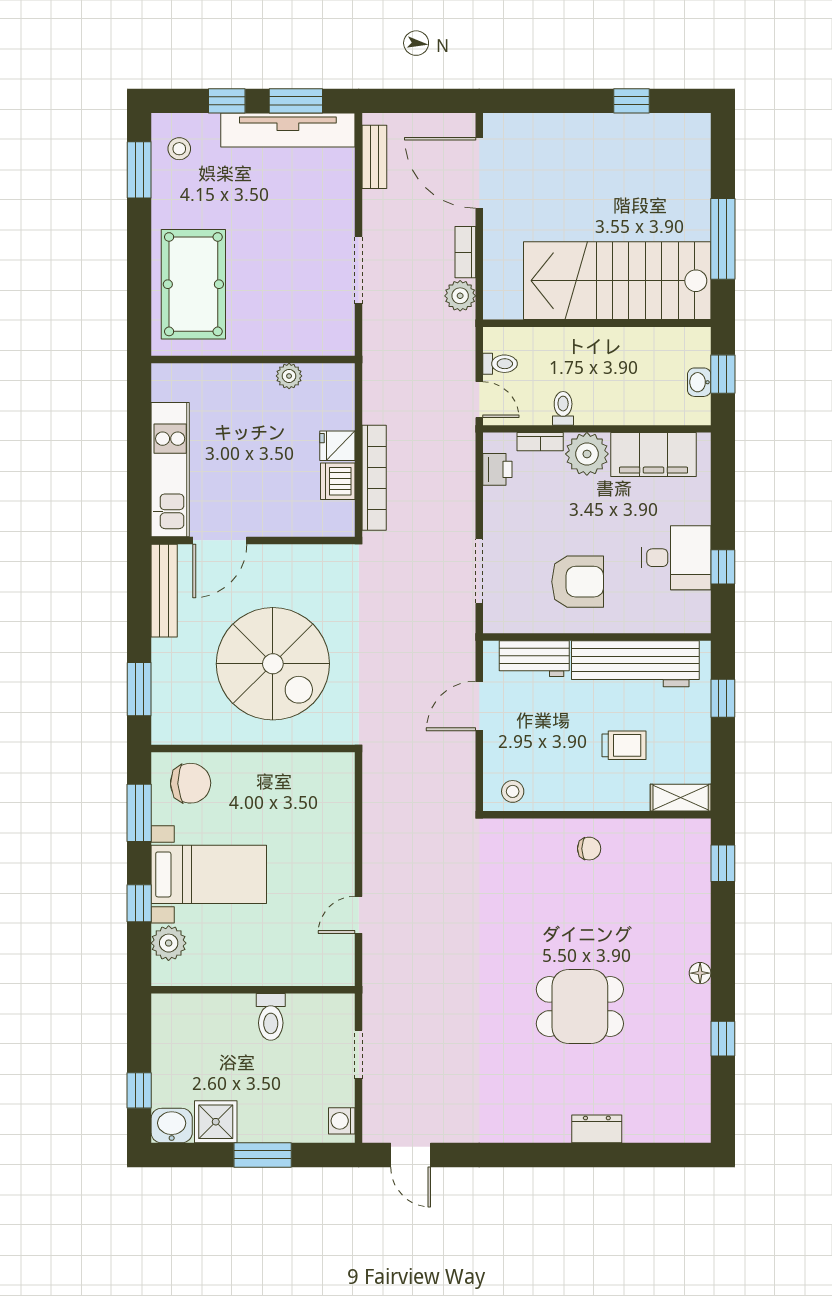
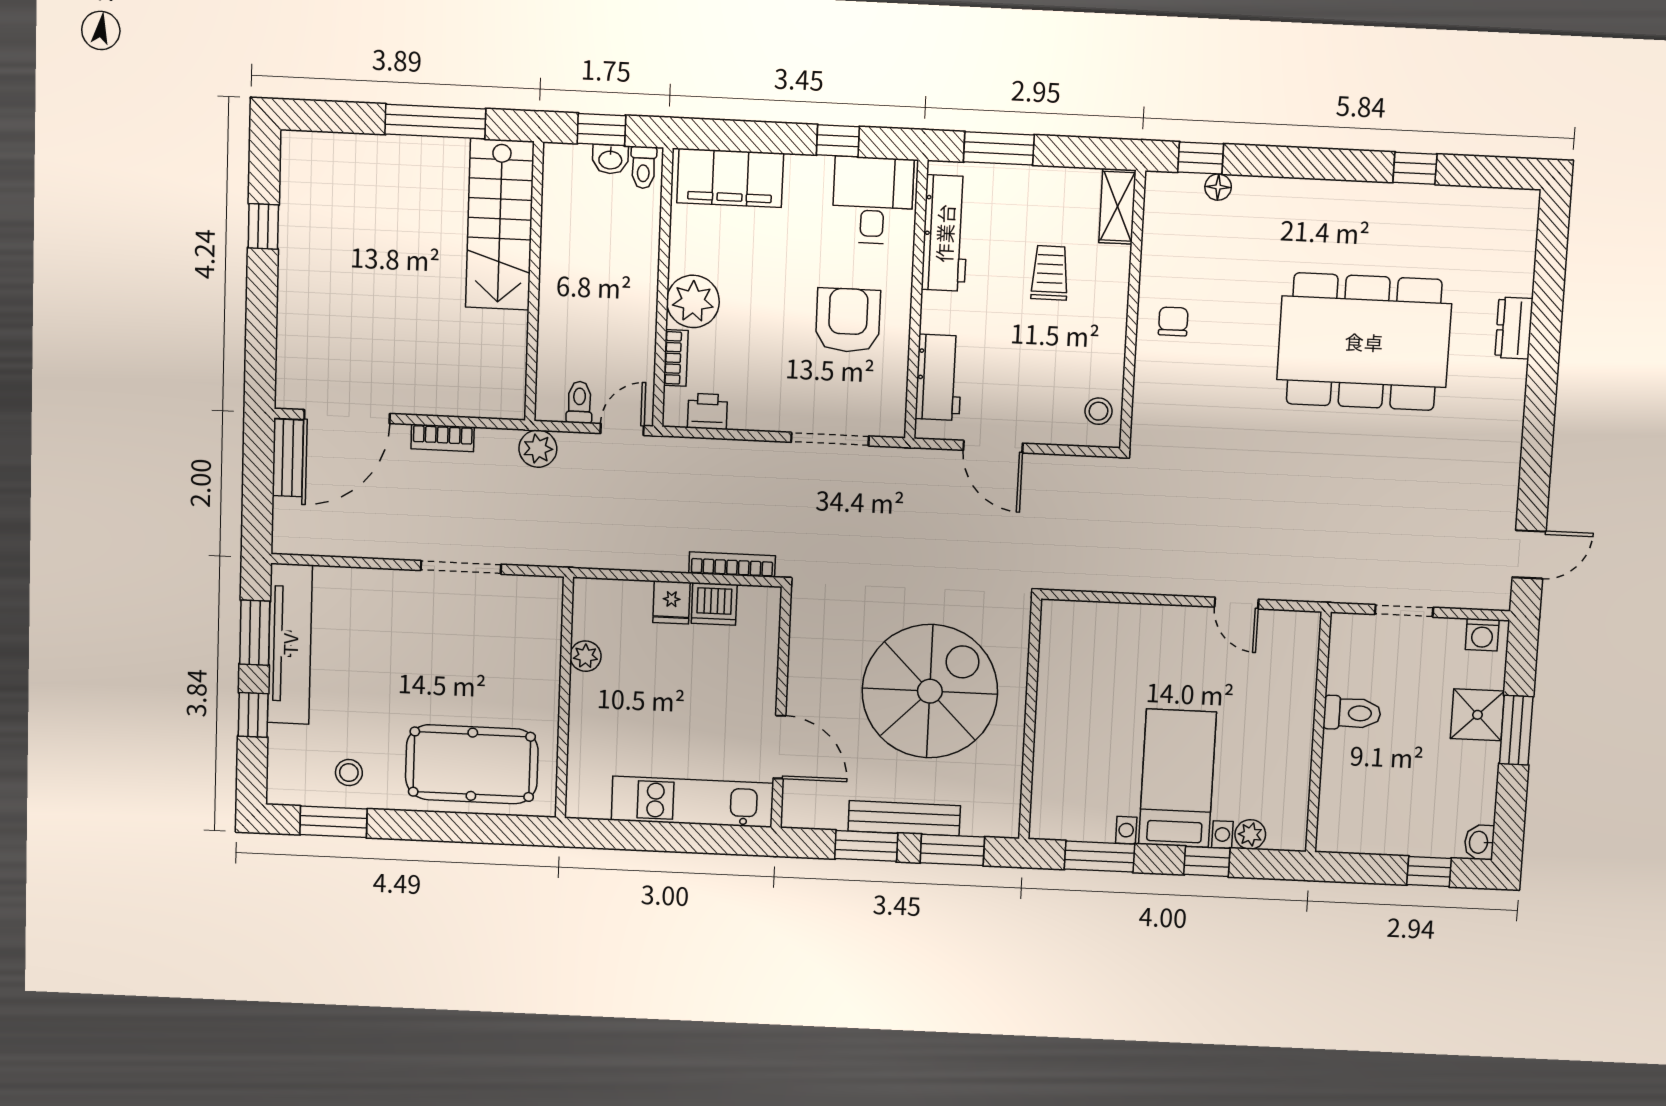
stool: (179, 149) -> (349, 773), moved
bench: (374, 157) -> (288, 458), moved, turned 90
stairs: (617, 281) -> (500, 224), width x0.73, depth x0.66
plant: (460, 296) -> (538, 449), moved
toilet: (563, 408) -> (643, 167), moved, turned -90
filing cabinet: (654, 455) -> (730, 178), moved, turned 90
bookcase: (374, 478) -> (732, 565), width x0.68, depth x0.76
desk: (676, 558) -> (873, 200), moved
bench: (164, 591) -> (904, 818), moved
window: (139, 617) -> (866, 846), added
workbench: (635, 664) -> (945, 233), width x0.73, depth x0.76
window: (723, 698) -> (999, 148), width x1.50
chair: (191, 783) -> (1068, 795), removed
plant: (169, 943) -> (1250, 834), width x0.73, depth x0.73
floor lamp: (700, 973) -> (1218, 187), moved
dining table: (580, 1006) -> (1364, 342), width x1.88, depth x1.24
shower: (216, 1122) -> (1477, 715), moved
washbasin: (172, 1126) -> (1479, 842), width x0.72, depth x0.69

